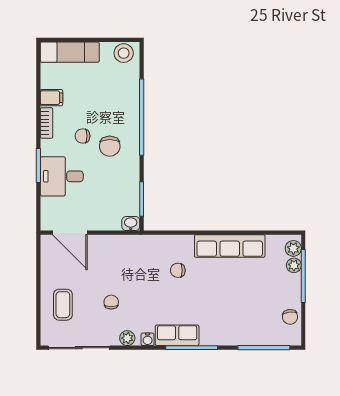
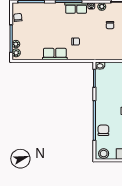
chair: (110, 146) -> (103, 130), moved
row of seats: (230, 246) -> (55, 54), width x0.68

